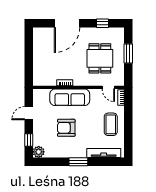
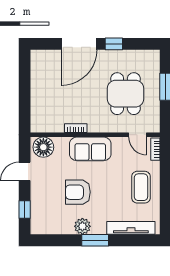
window: (103, 23) -> (114, 44), moved
floor lamp: (42, 96) -> (43, 147), added
sofa: (70, 97) -> (90, 149), width x0.73
plant: (39, 152) -> (82, 226), moved

